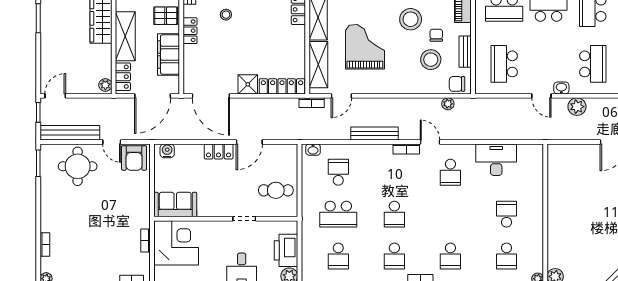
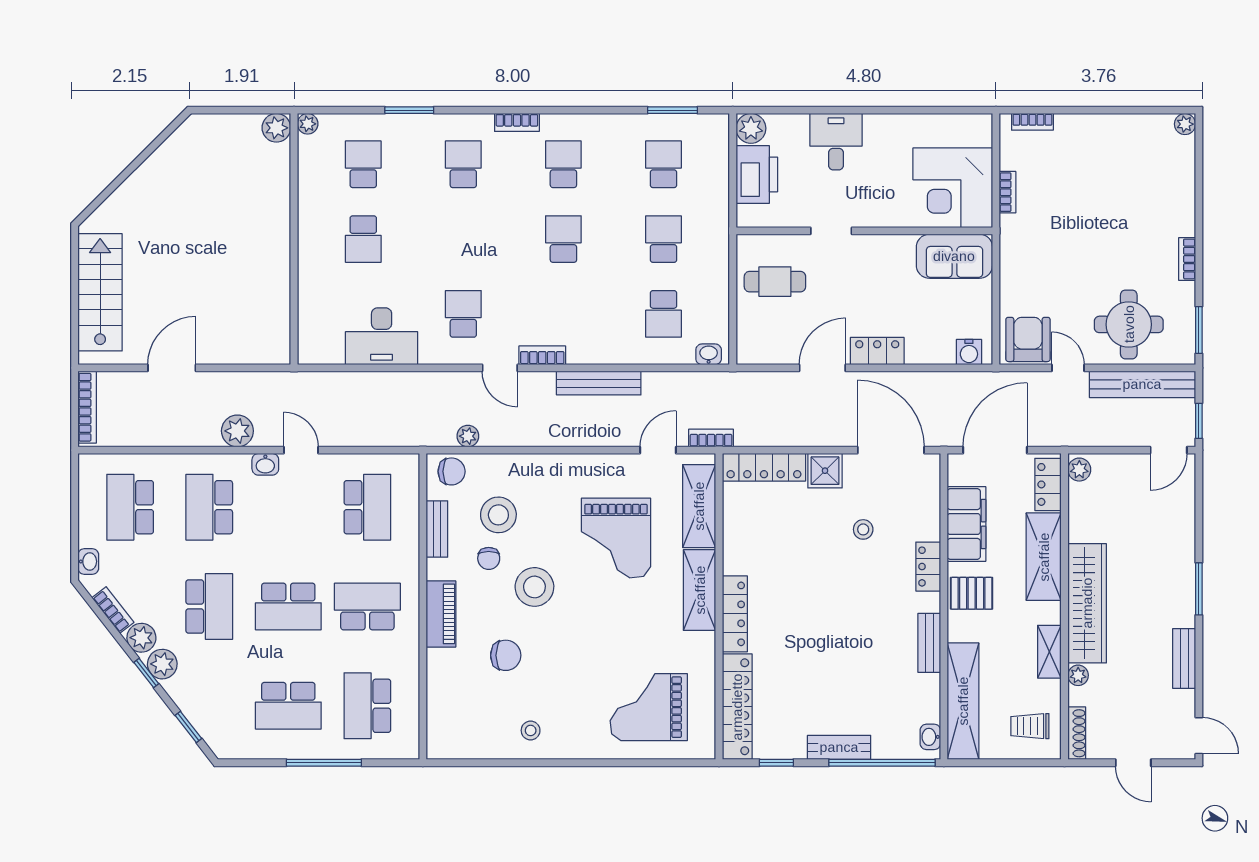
stool: (226, 15) -> (863, 529), moved
school desk: (338, 214) -> (663, 239), width x0.54
bookcase: (45, 244) -> (1187, 259), moved

